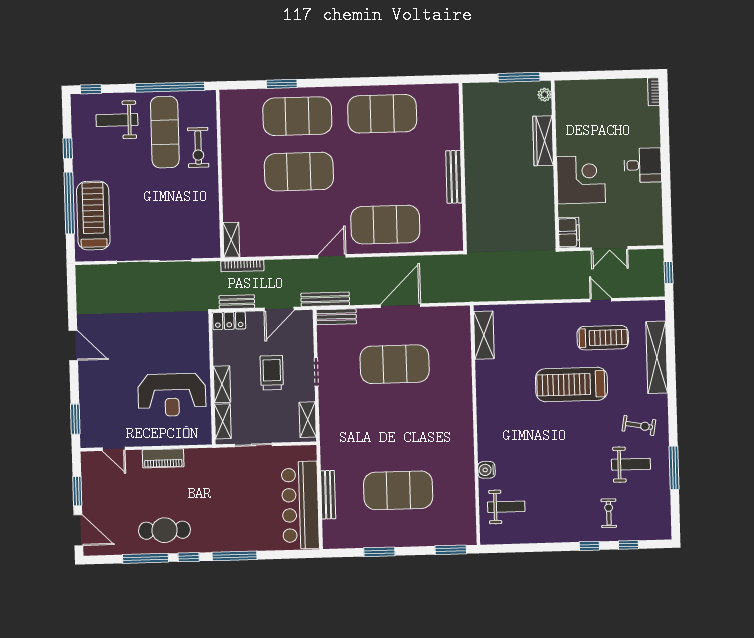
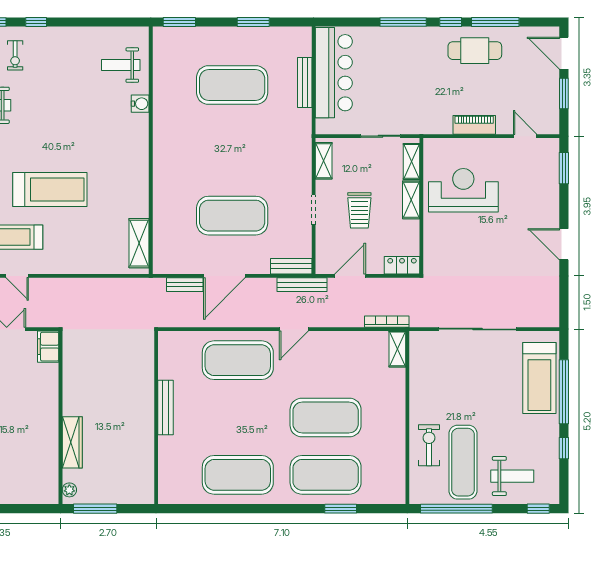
corner desk: (581, 180) -> (34, 401), removed
bench: (237, 302) -> (185, 285), moved

